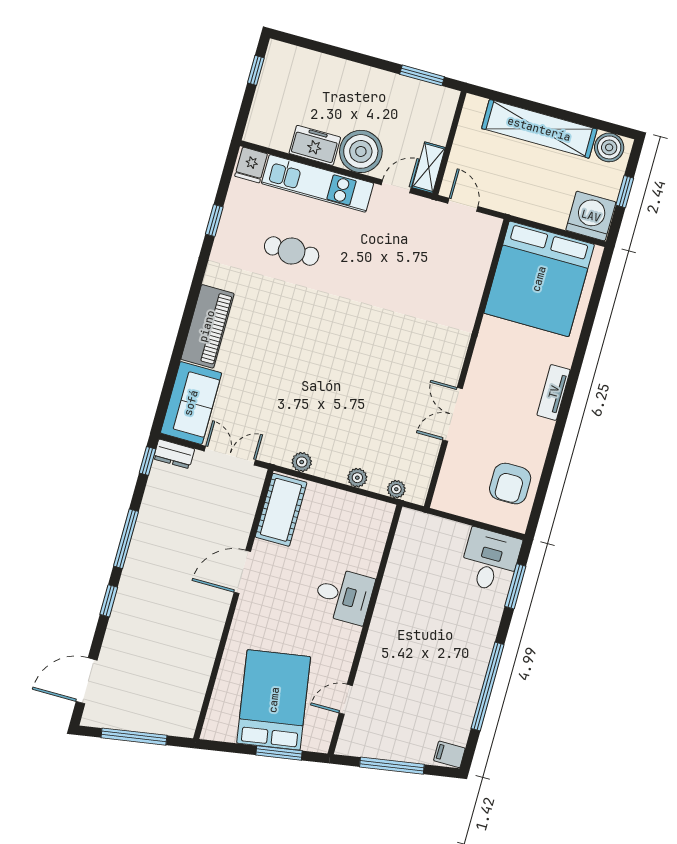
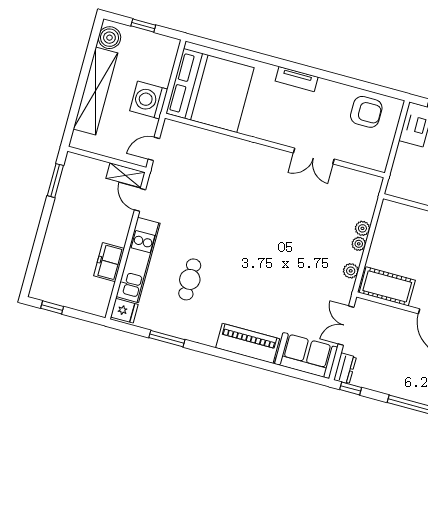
boiler: (361, 151) -> (114, 227), removed
washing machine: (591, 216) -> (149, 100), moved
window: (214, 220) -> (167, 339), width x1.50
plant: (396, 489) -> (359, 244), moved

